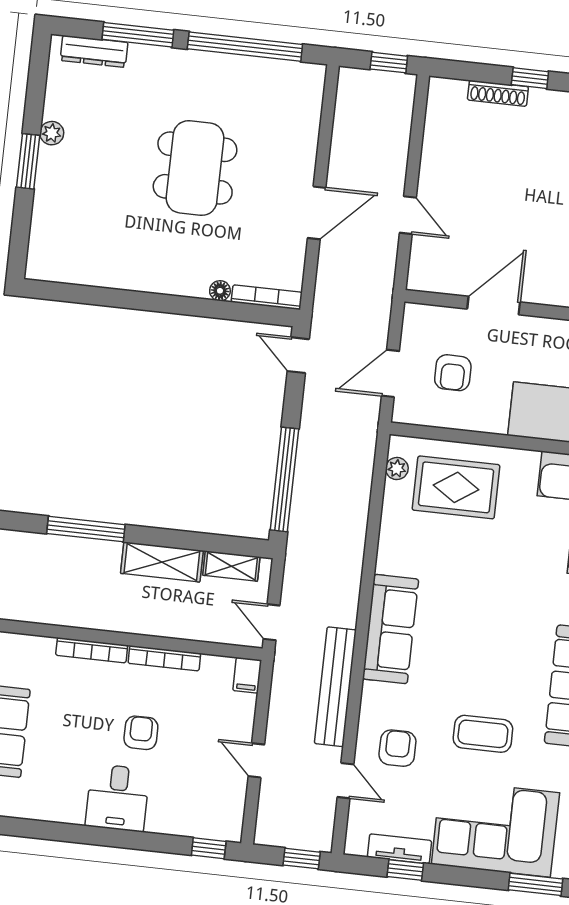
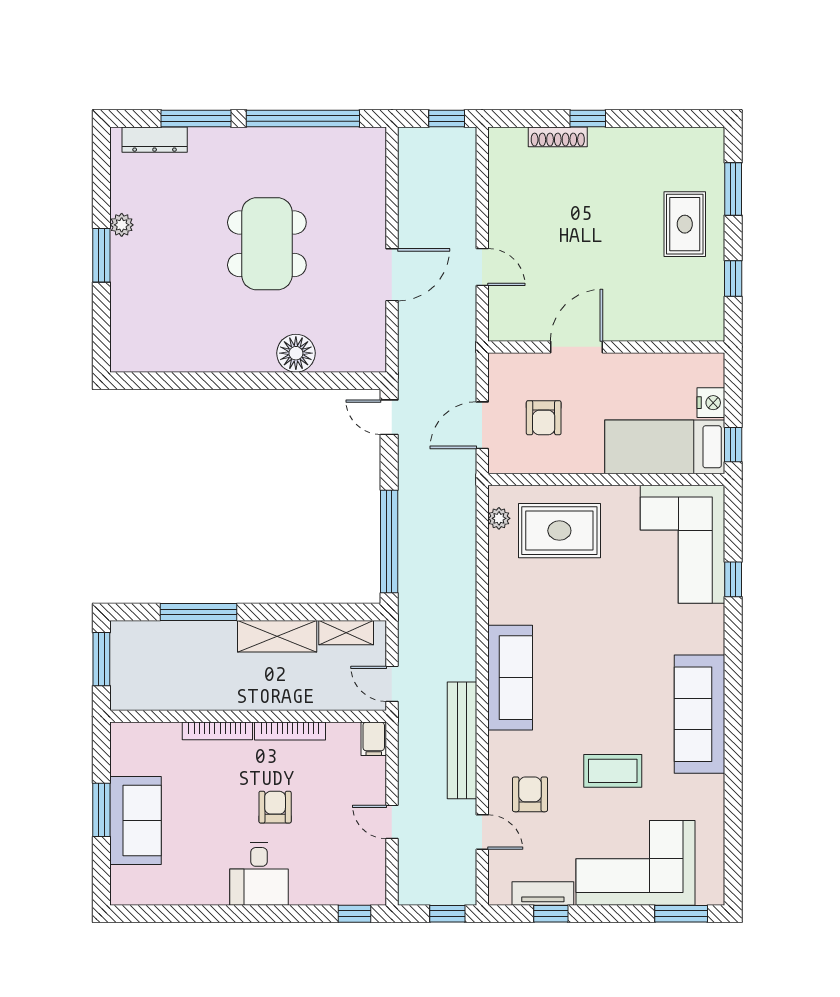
floor lamp: (220, 291) -> (296, 353), width x1.89, depth x1.89
bookcase: (267, 297) -> (352, 363), removed

